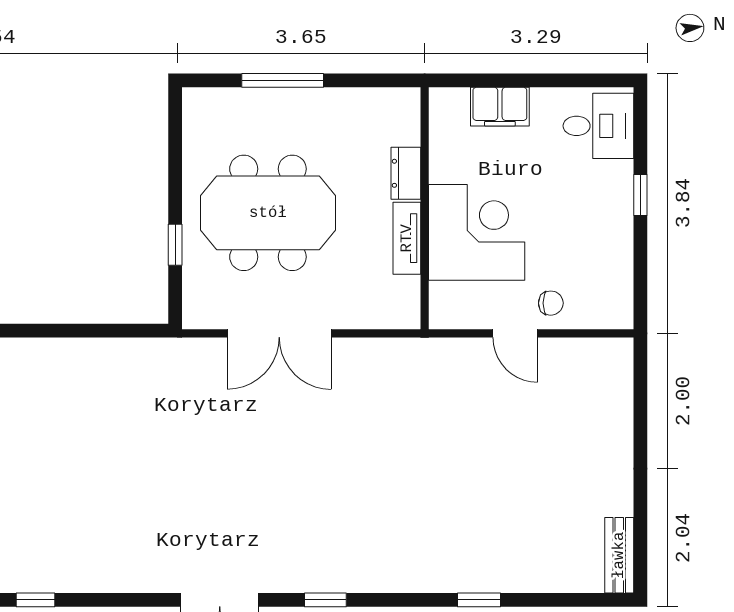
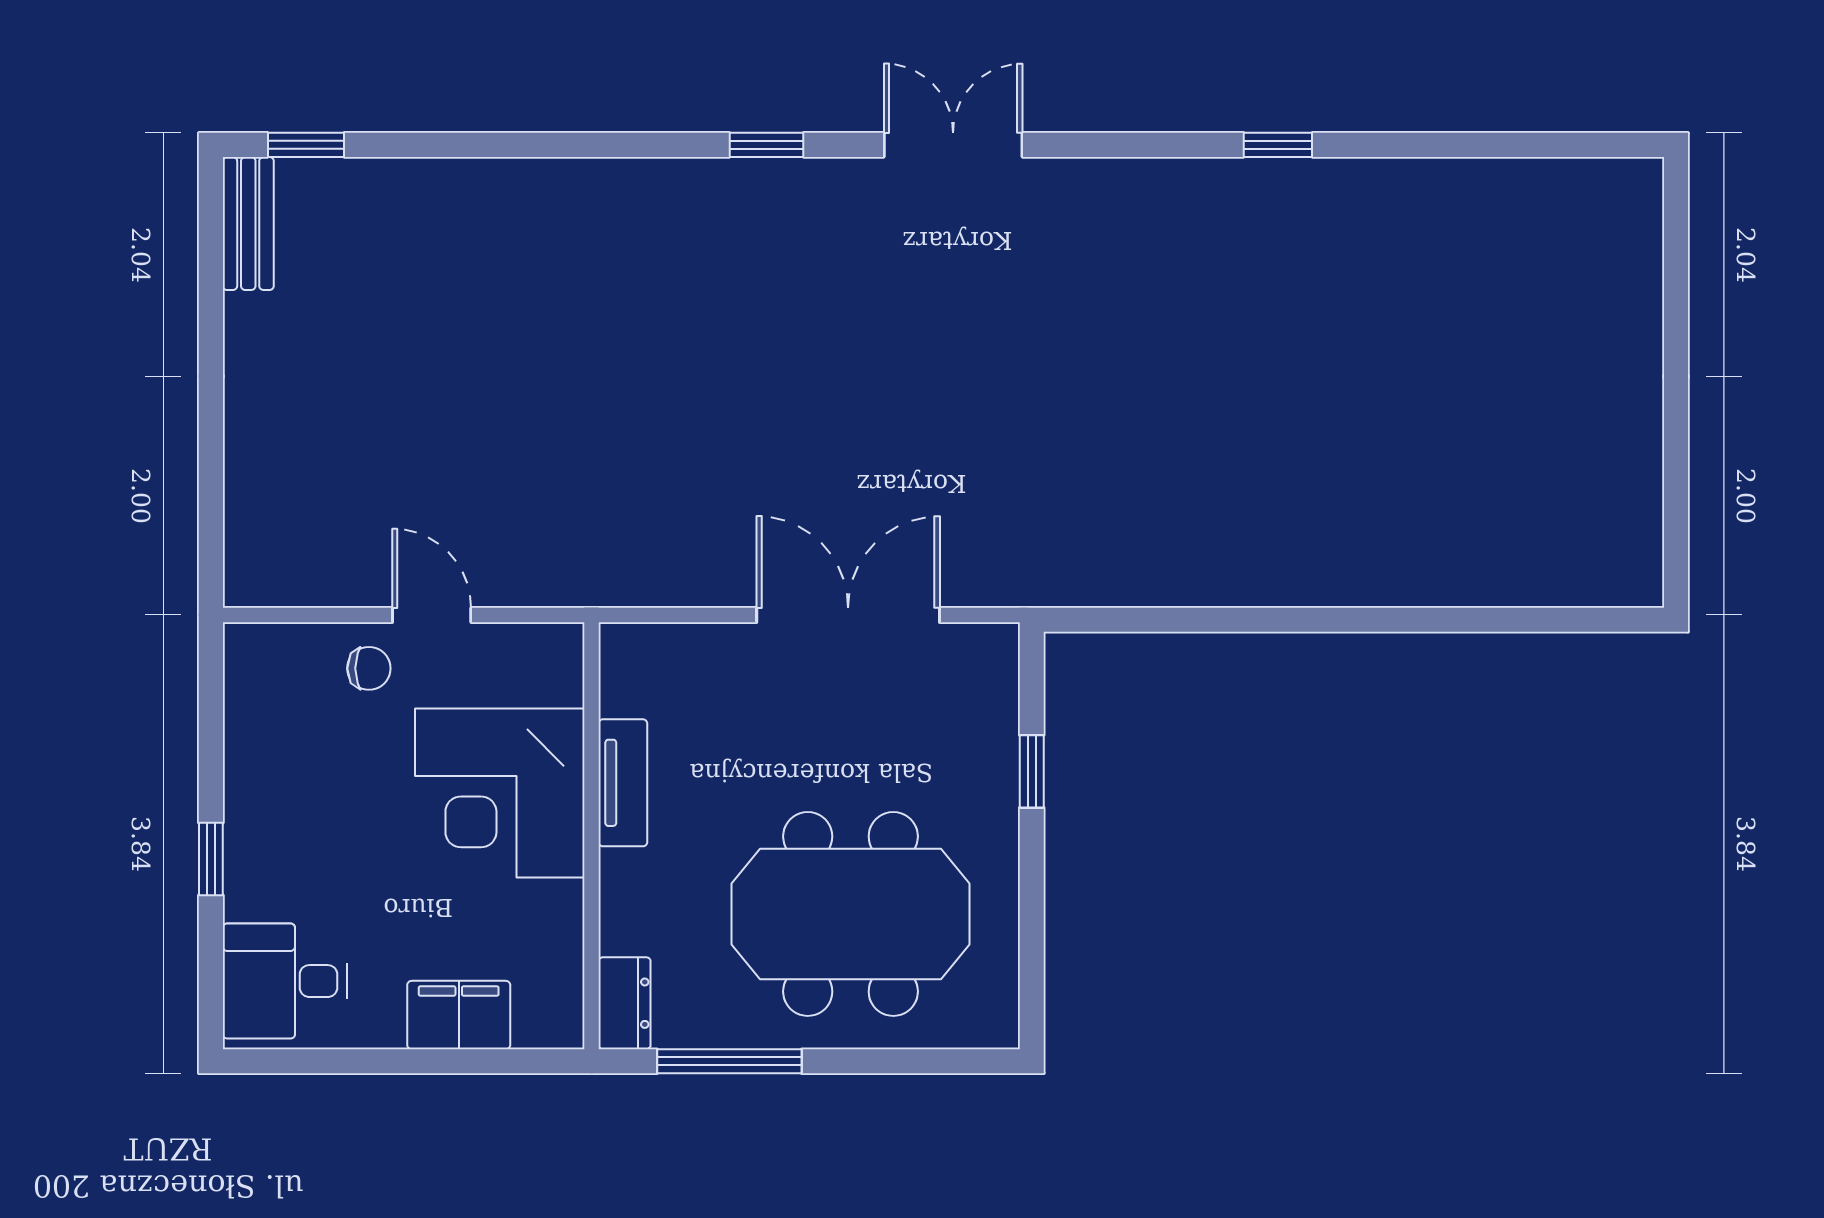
window: (283, 80) -> (729, 1061), moved
dresser: (406, 173) -> (625, 1003), moved
meeting table: (268, 213) -> (850, 914), moved
chair: (551, 303) -> (369, 668), turned 180
window: (479, 600) -> (306, 145), moved

